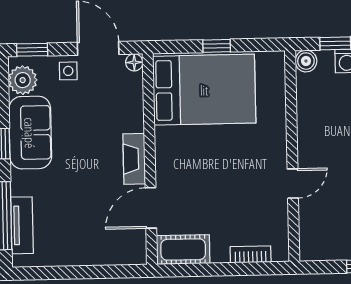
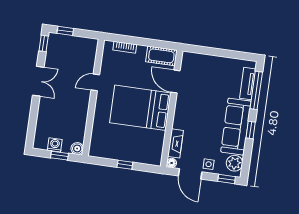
bed: (204, 90) -> (140, 108), moved
sofa: (30, 133) -> (236, 127), width x1.36
fireplace: (134, 159) -> (176, 143), moved
door: (151, 208) -> (175, 82), swing flipped

